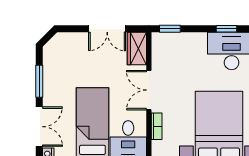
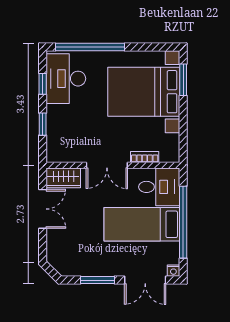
window: (170, 29) -> (43, 124), moved
double door: (39, 127) -> (145, 280), swing flipped

